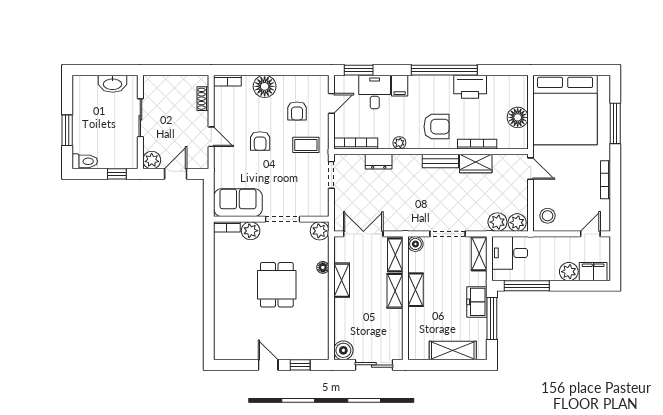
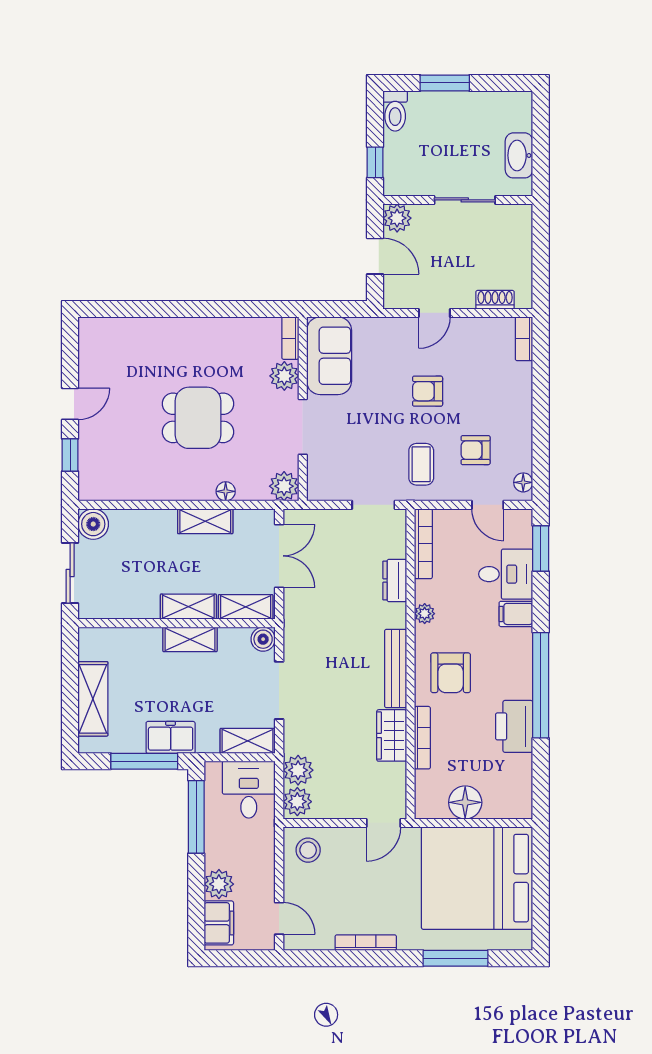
floor lamp: (265, 86) -> (523, 482), moved, width x0.53, depth x0.53
bench: (440, 161) -> (396, 668), width x1.36

